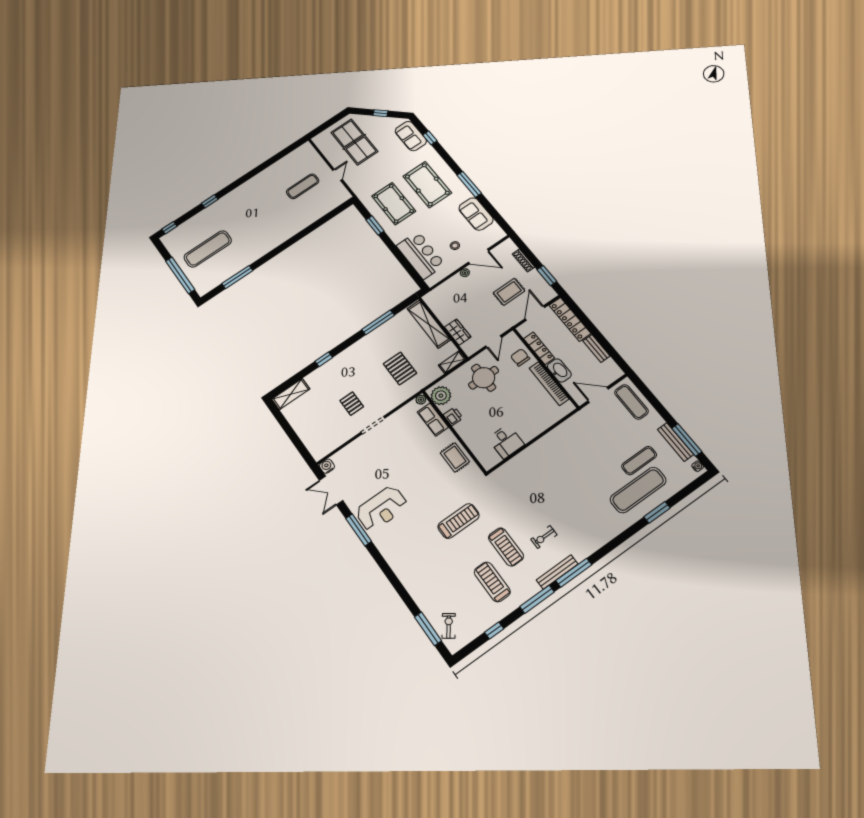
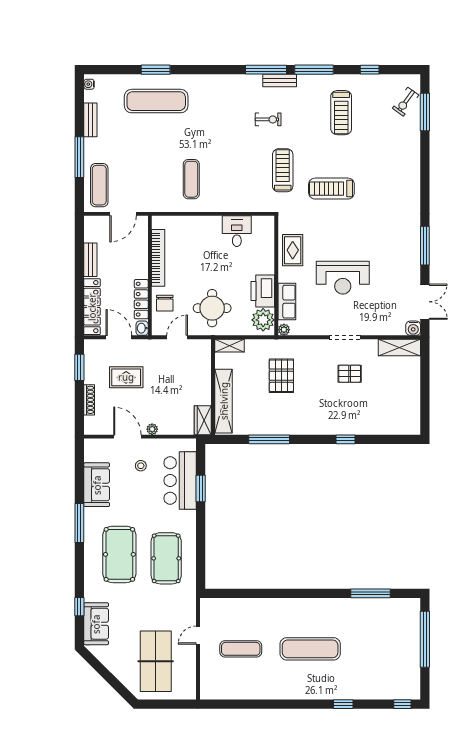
window: (380, 113) -> (107, 675), removed
window: (375, 225) -> (201, 489), moved
exercise mat: (208, 249) -> (310, 649), moved
door: (535, 313) -> (119, 337), swing flipped
wardrobe: (458, 332) -> (203, 420), moved
washbasin: (559, 370) -> (142, 328), moved, width x0.52, depth x0.69
shelving: (291, 394) -> (399, 347), moved
door: (598, 395) -> (123, 214), hinge flipped
pallet: (352, 404) -> (350, 374), turned 90
printer: (453, 416) -> (263, 291), width x1.87, depth x1.48
window: (687, 440) -> (79, 157), moved
bench: (676, 442) -> (90, 120), width x0.73
exercise mat: (639, 461) -> (191, 179), moved, turned 90
reception desk: (382, 509) -> (343, 278), moved, turned 180
treadmill: (506, 547) -> (283, 170), moved
bench: (557, 572) -> (280, 81), width x0.73

